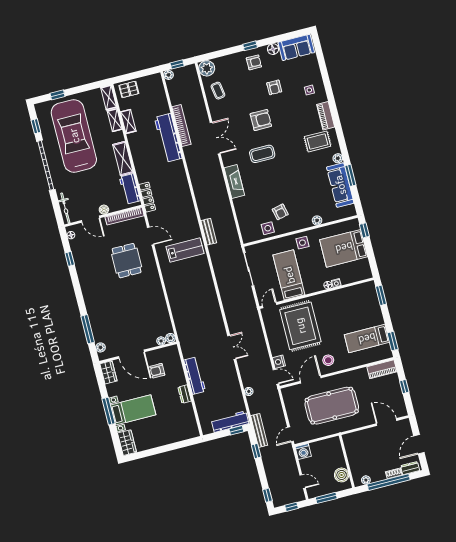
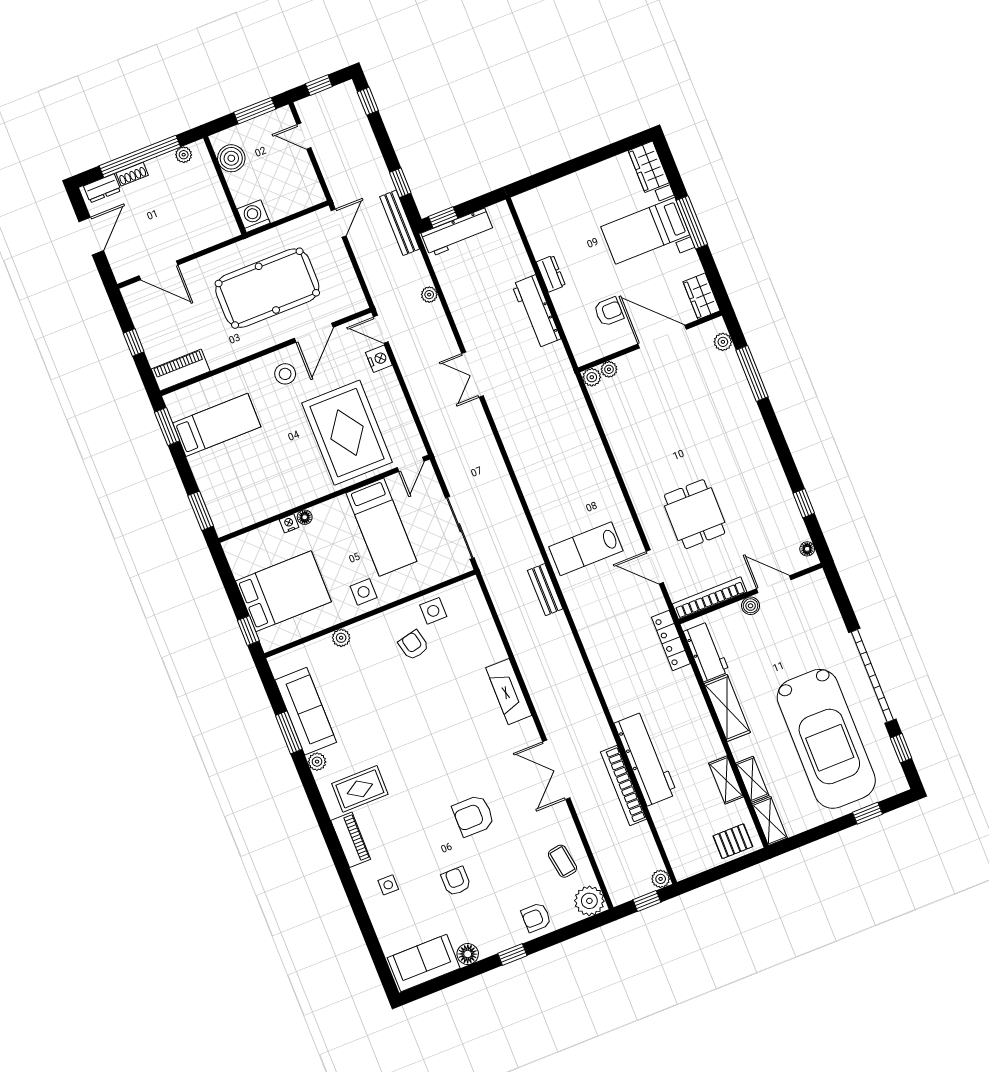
armchair: (254, 62) -> (536, 917), moved
coffee table: (262, 154) -> (462, 751), removed
bicycle: (65, 208) -> (825, 599), removed
washing machine: (303, 452) -> (253, 216), moved

